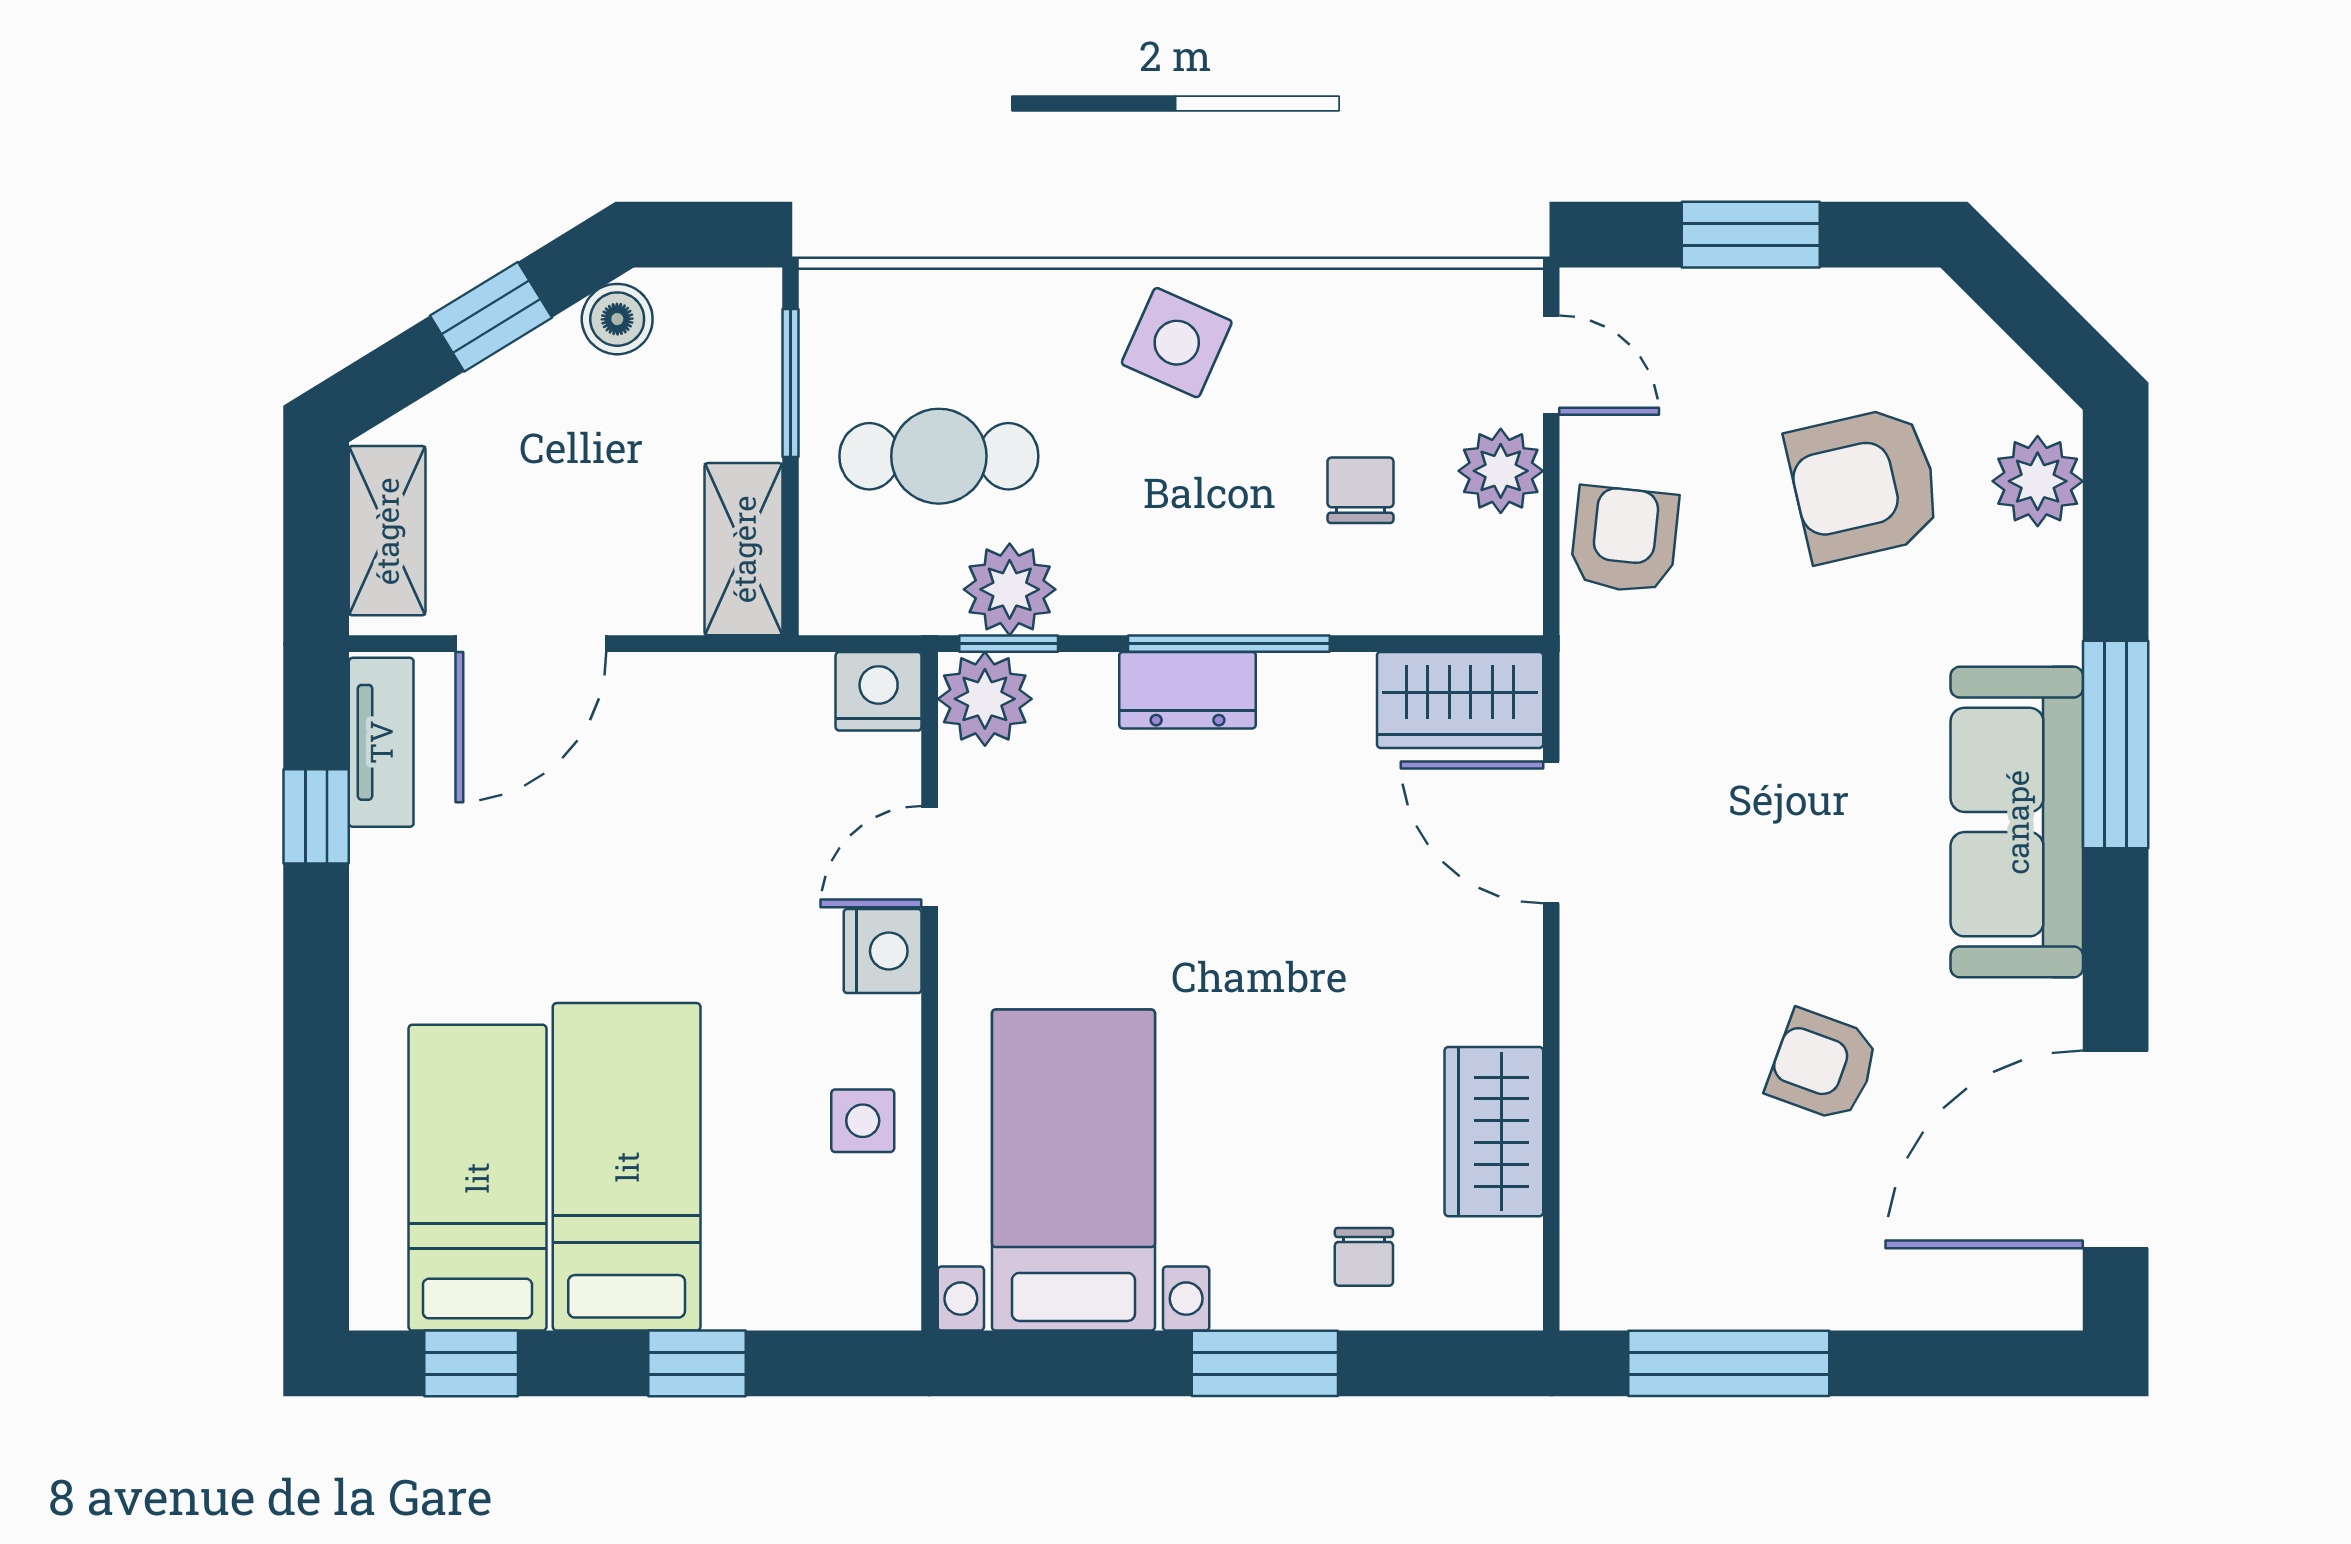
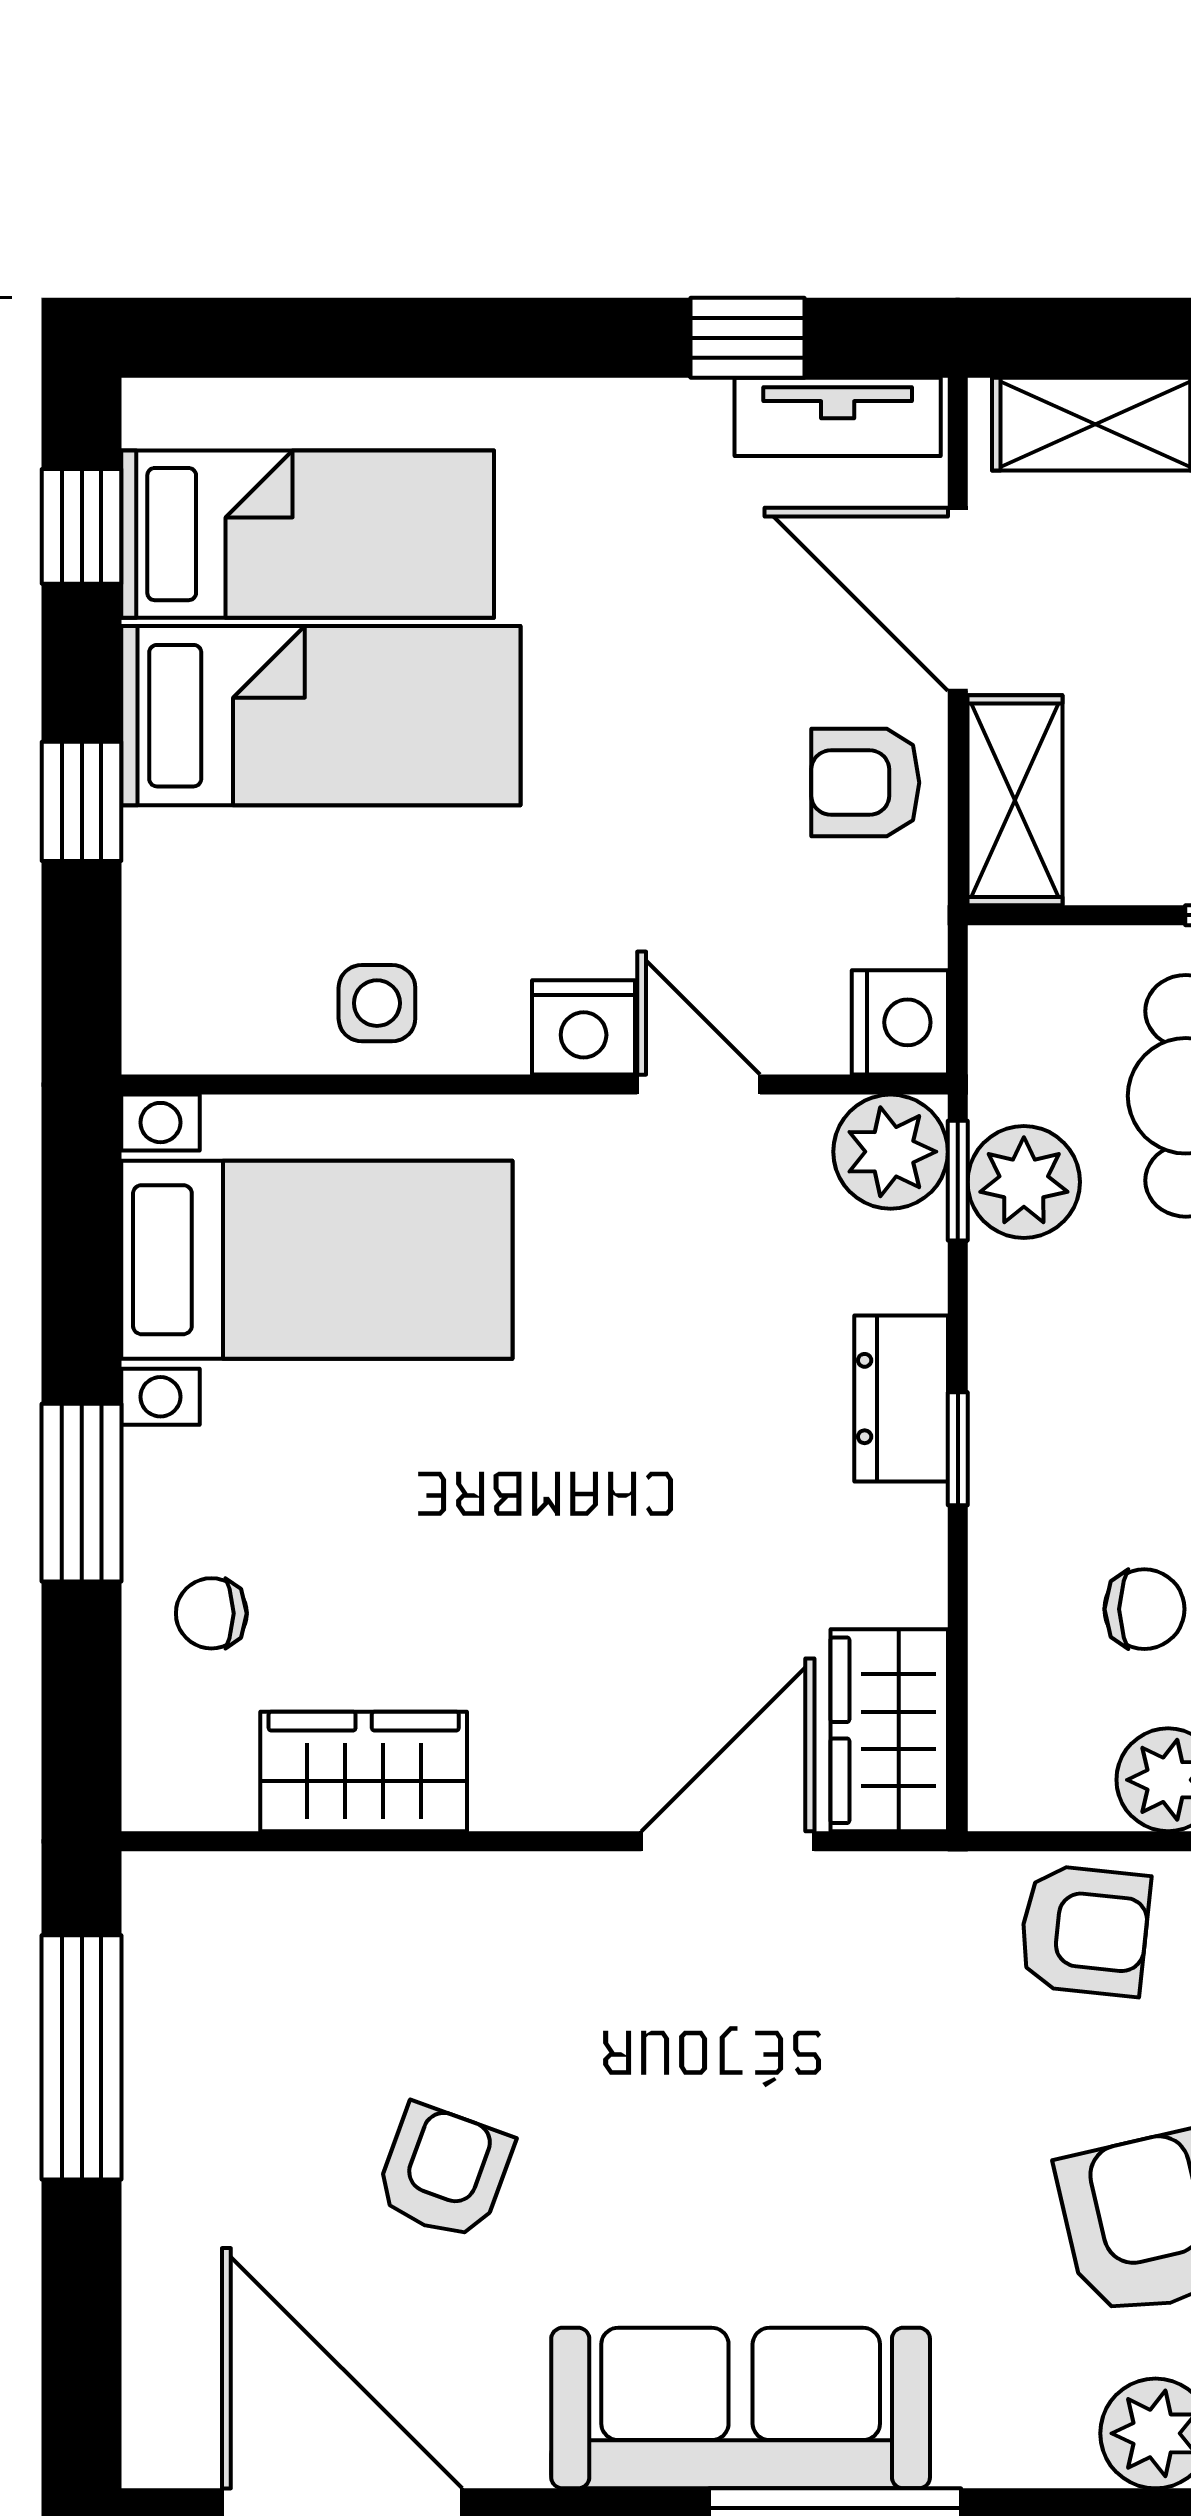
shelving: (744, 549) -> (1015, 800), moved, turned 90
window: (1229, 644) -> (958, 1449), width x0.46
armchair: (682, 720) -> (865, 783), added

